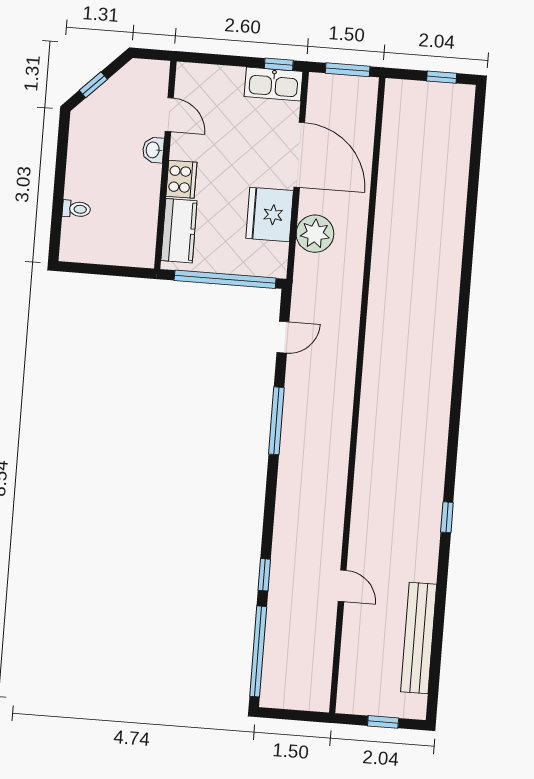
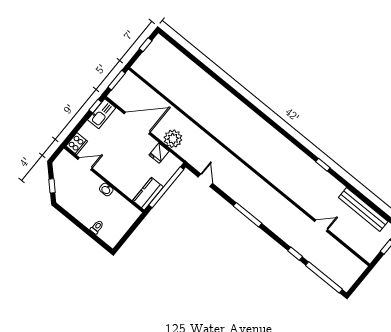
washbasin: (153, 150) -> (106, 190), moved
cooker: (181, 179) -> (77, 144), moved, turned 90
fridge: (270, 214) -> (159, 153), width x0.53, depth x0.75
kitchen counter: (179, 231) -> (148, 194), moved, turned -90
window: (276, 421) -> (248, 215), moved

